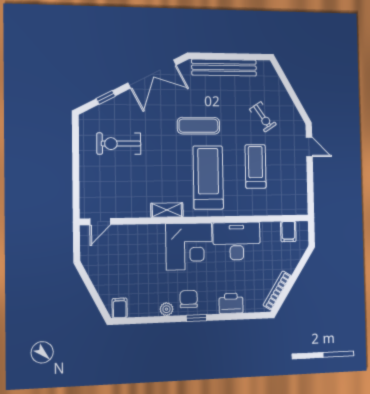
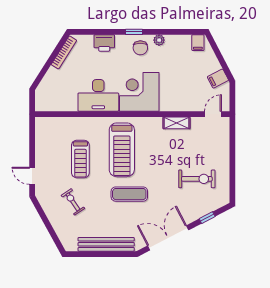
shelving: (167, 210) -> (176, 123), moved
filing cabinet: (288, 232) -> (218, 79), moved, turned -117

